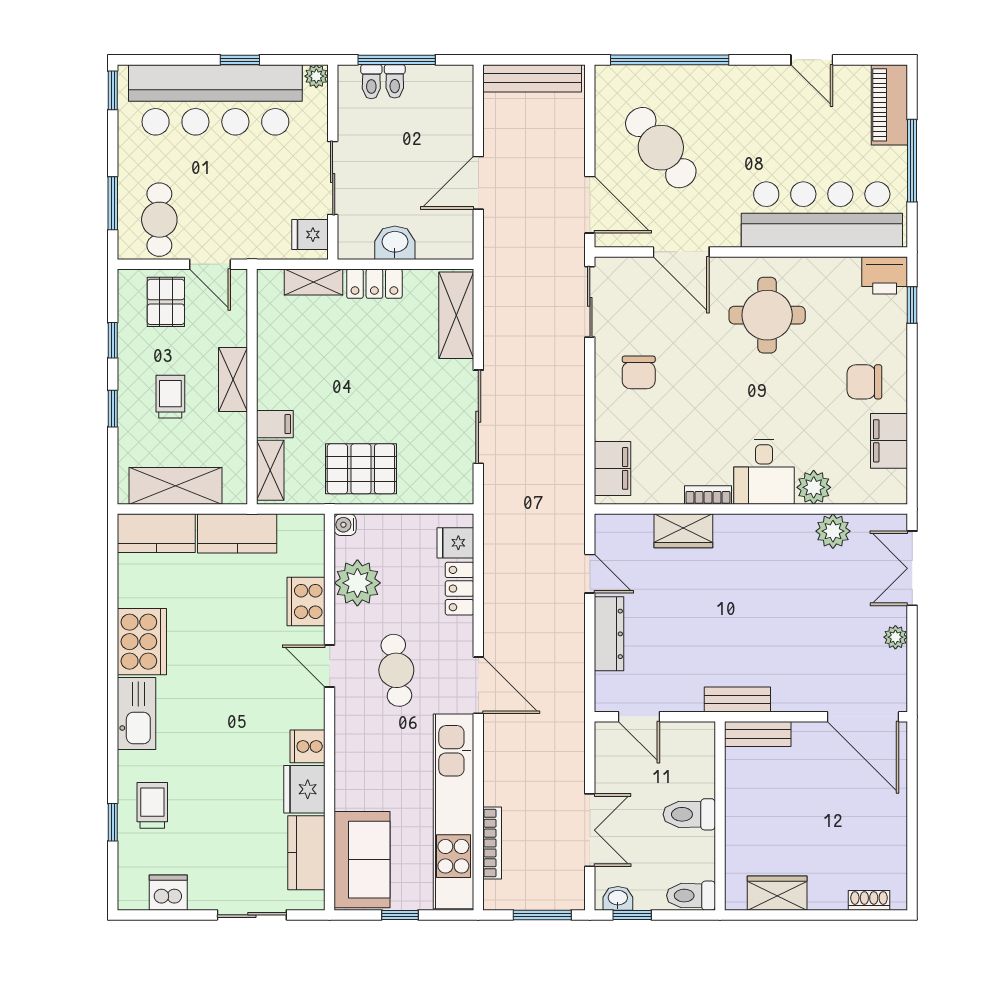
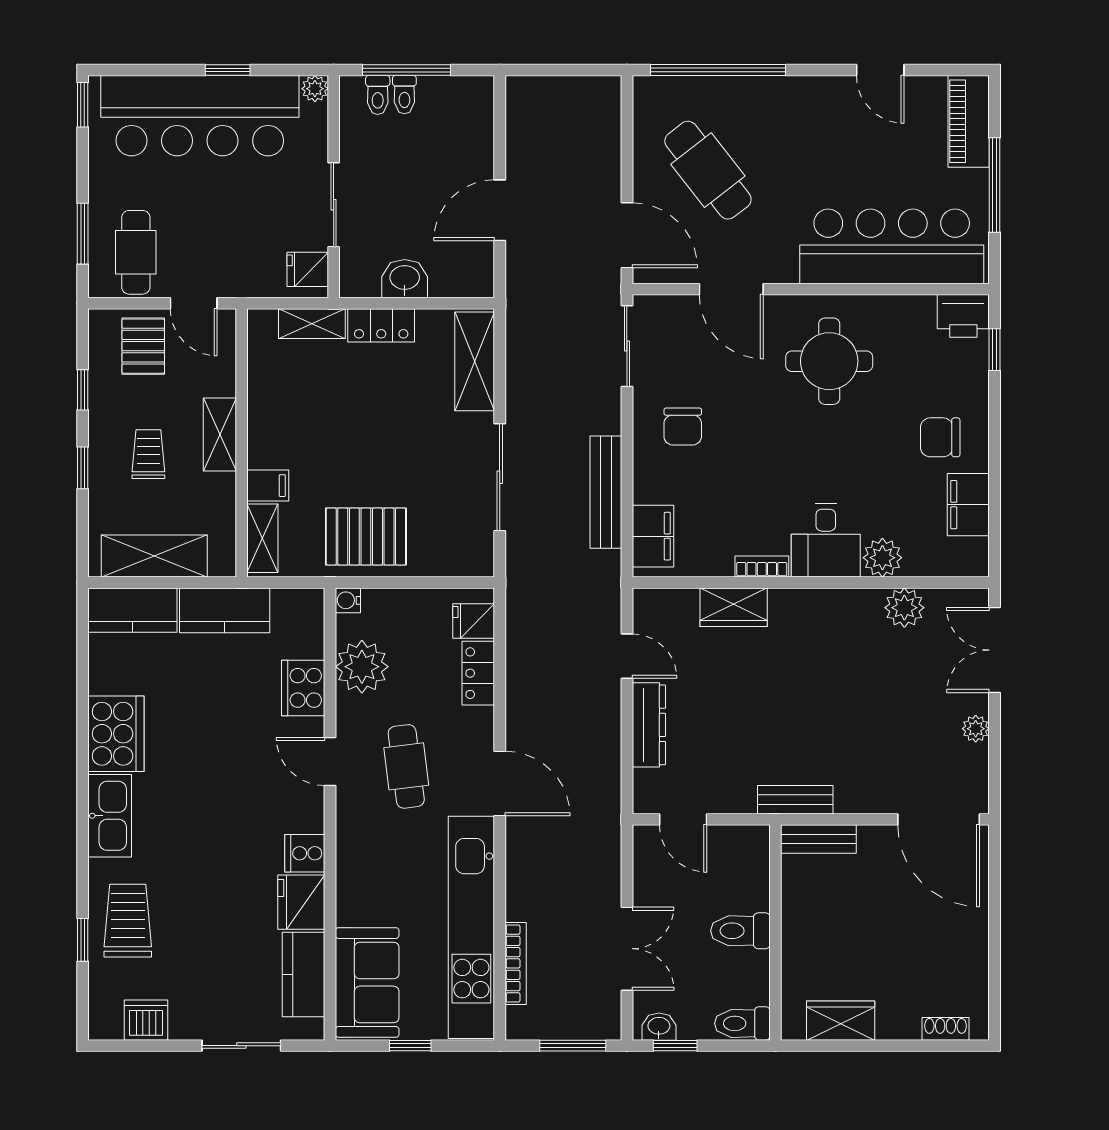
bench: (532, 78) -> (606, 492), moved, turned 90
trolley: (152, 805) -> (128, 921), width x1.36, depth x1.39

